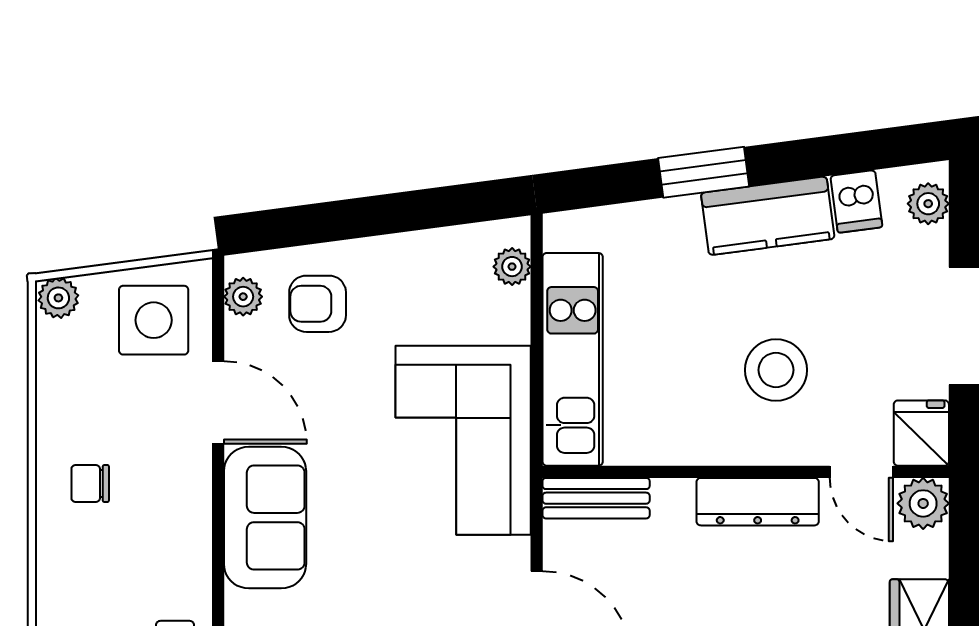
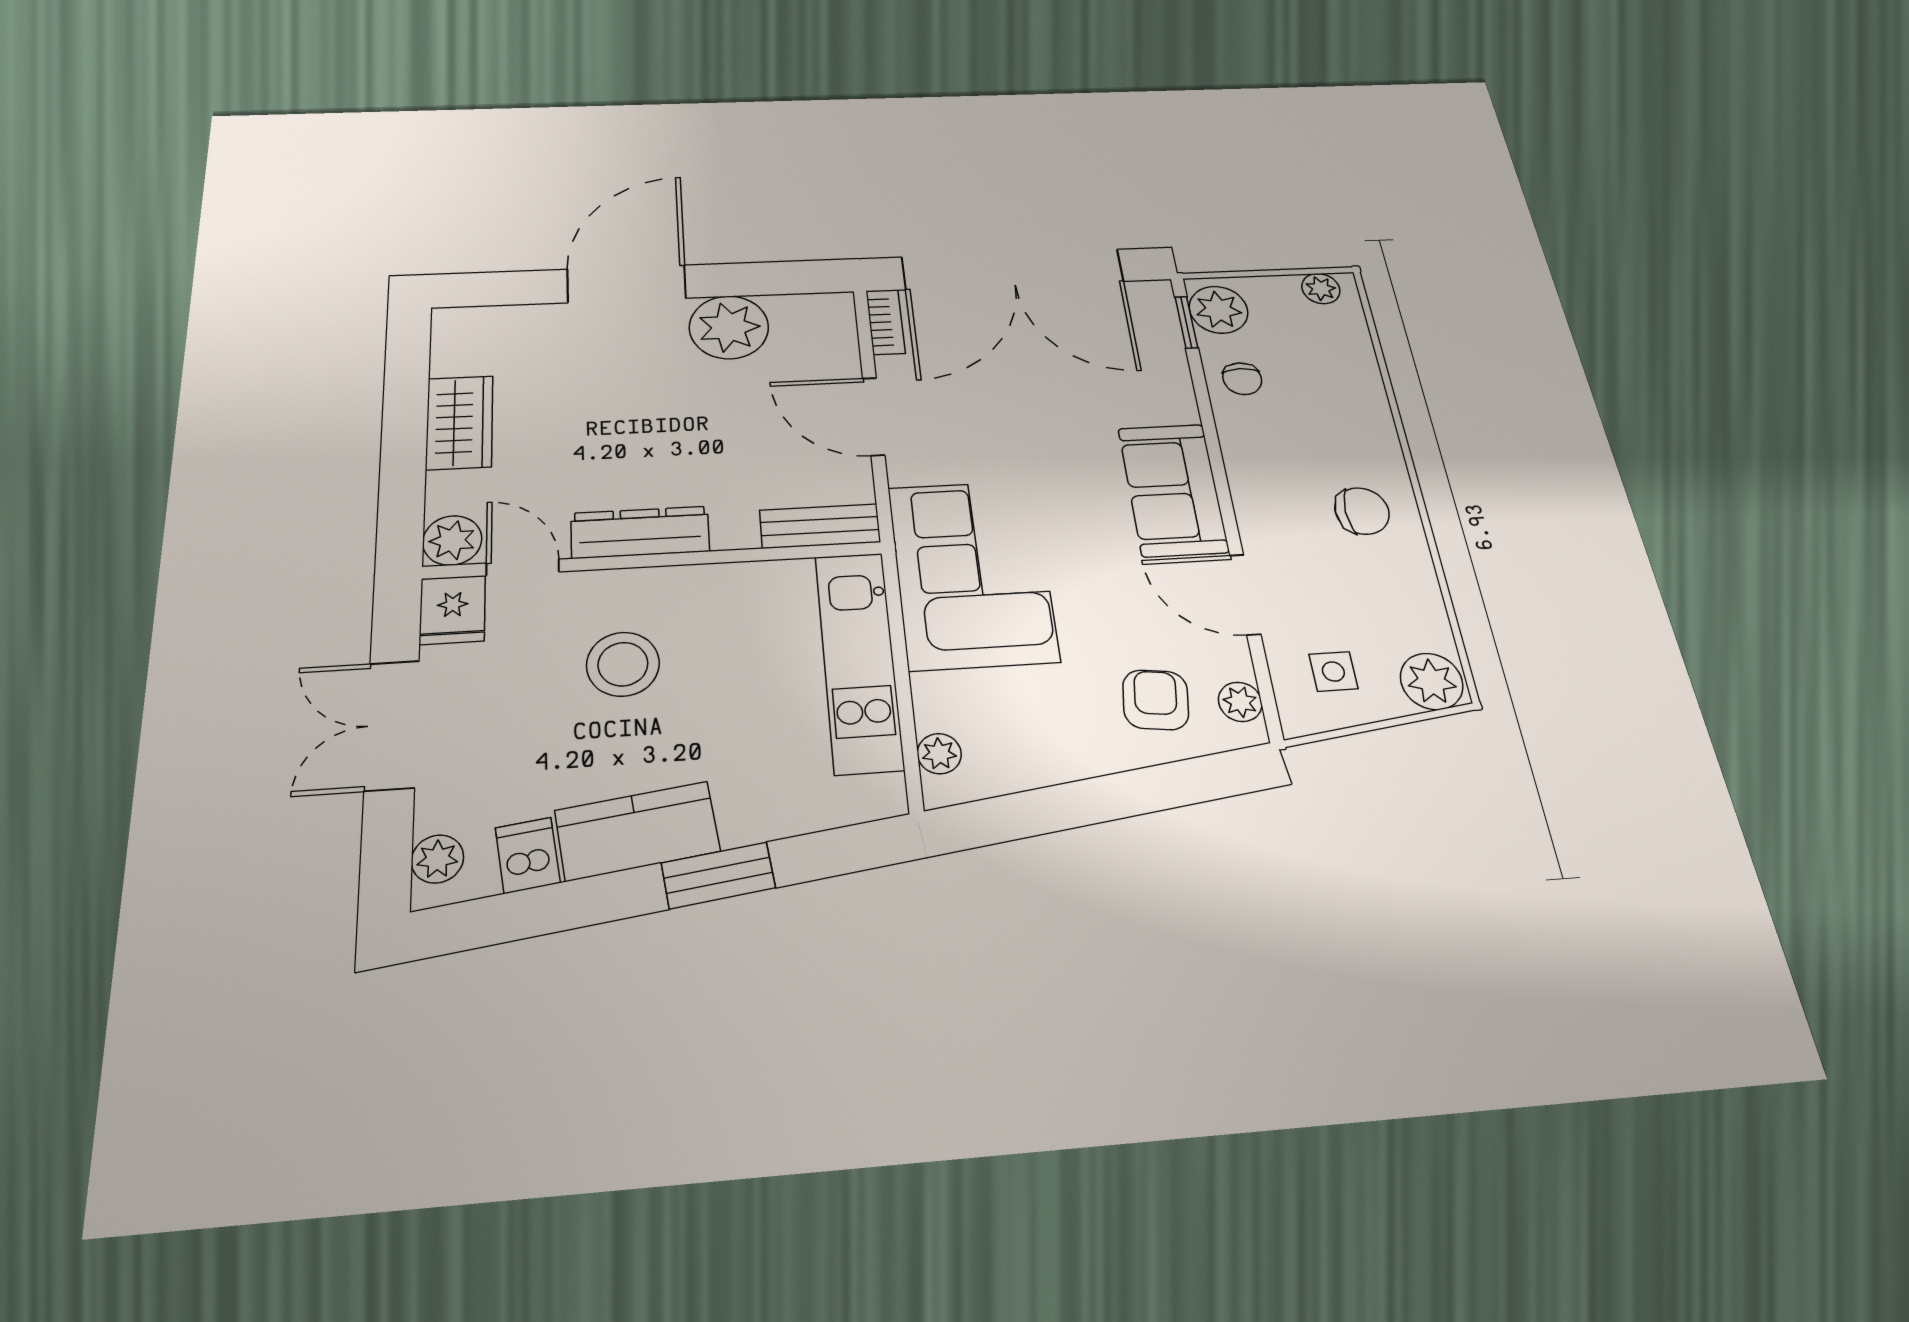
plant: (58, 298) -> (1432, 681), width x1.38, depth x1.38
armchair: (318, 304) -> (1156, 700), turned -83
side table: (154, 320) -> (1333, 672), width x0.54, depth x0.54
chair: (90, 484) -> (1362, 511), width x1.37, depth x1.37

